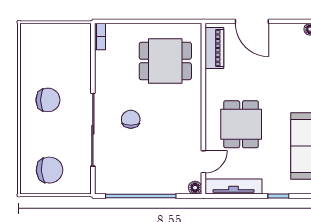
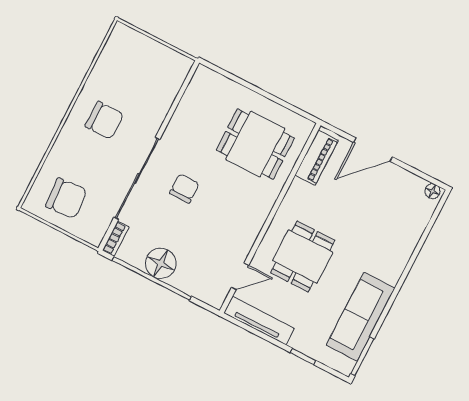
door: (252, 21) -> (373, 150), hinge flipped
bookcase: (100, 37) -> (116, 239), moved
floor lamp: (195, 188) -> (161, 263), moved, width x1.89, depth x1.89

